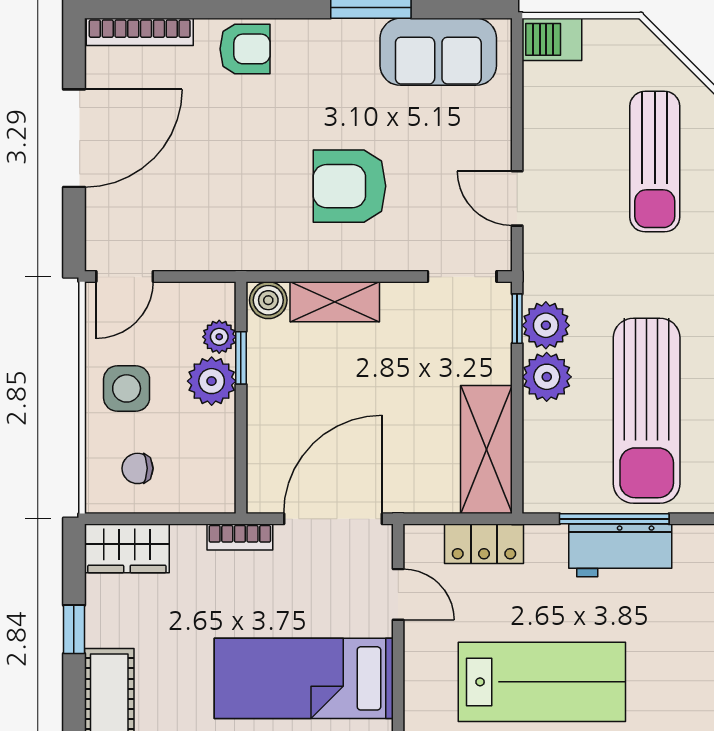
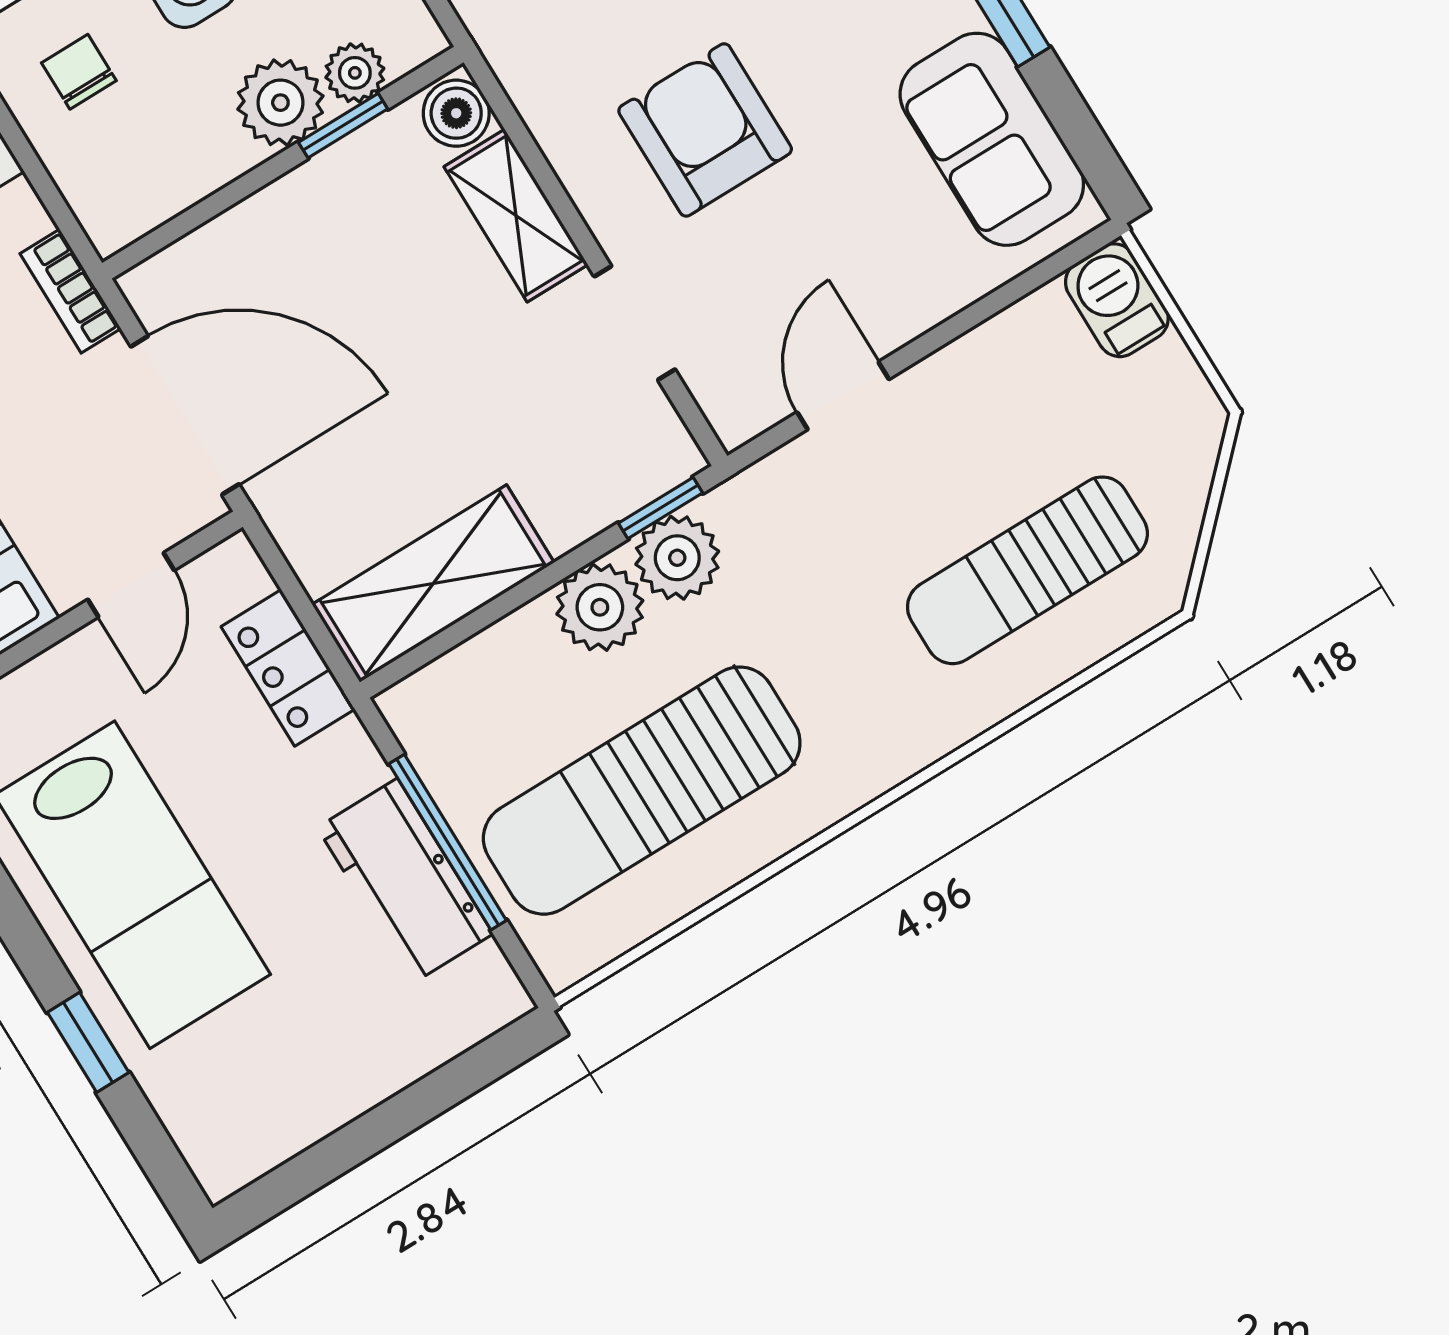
doorway: (462, 277) -> (635, 323), moved

